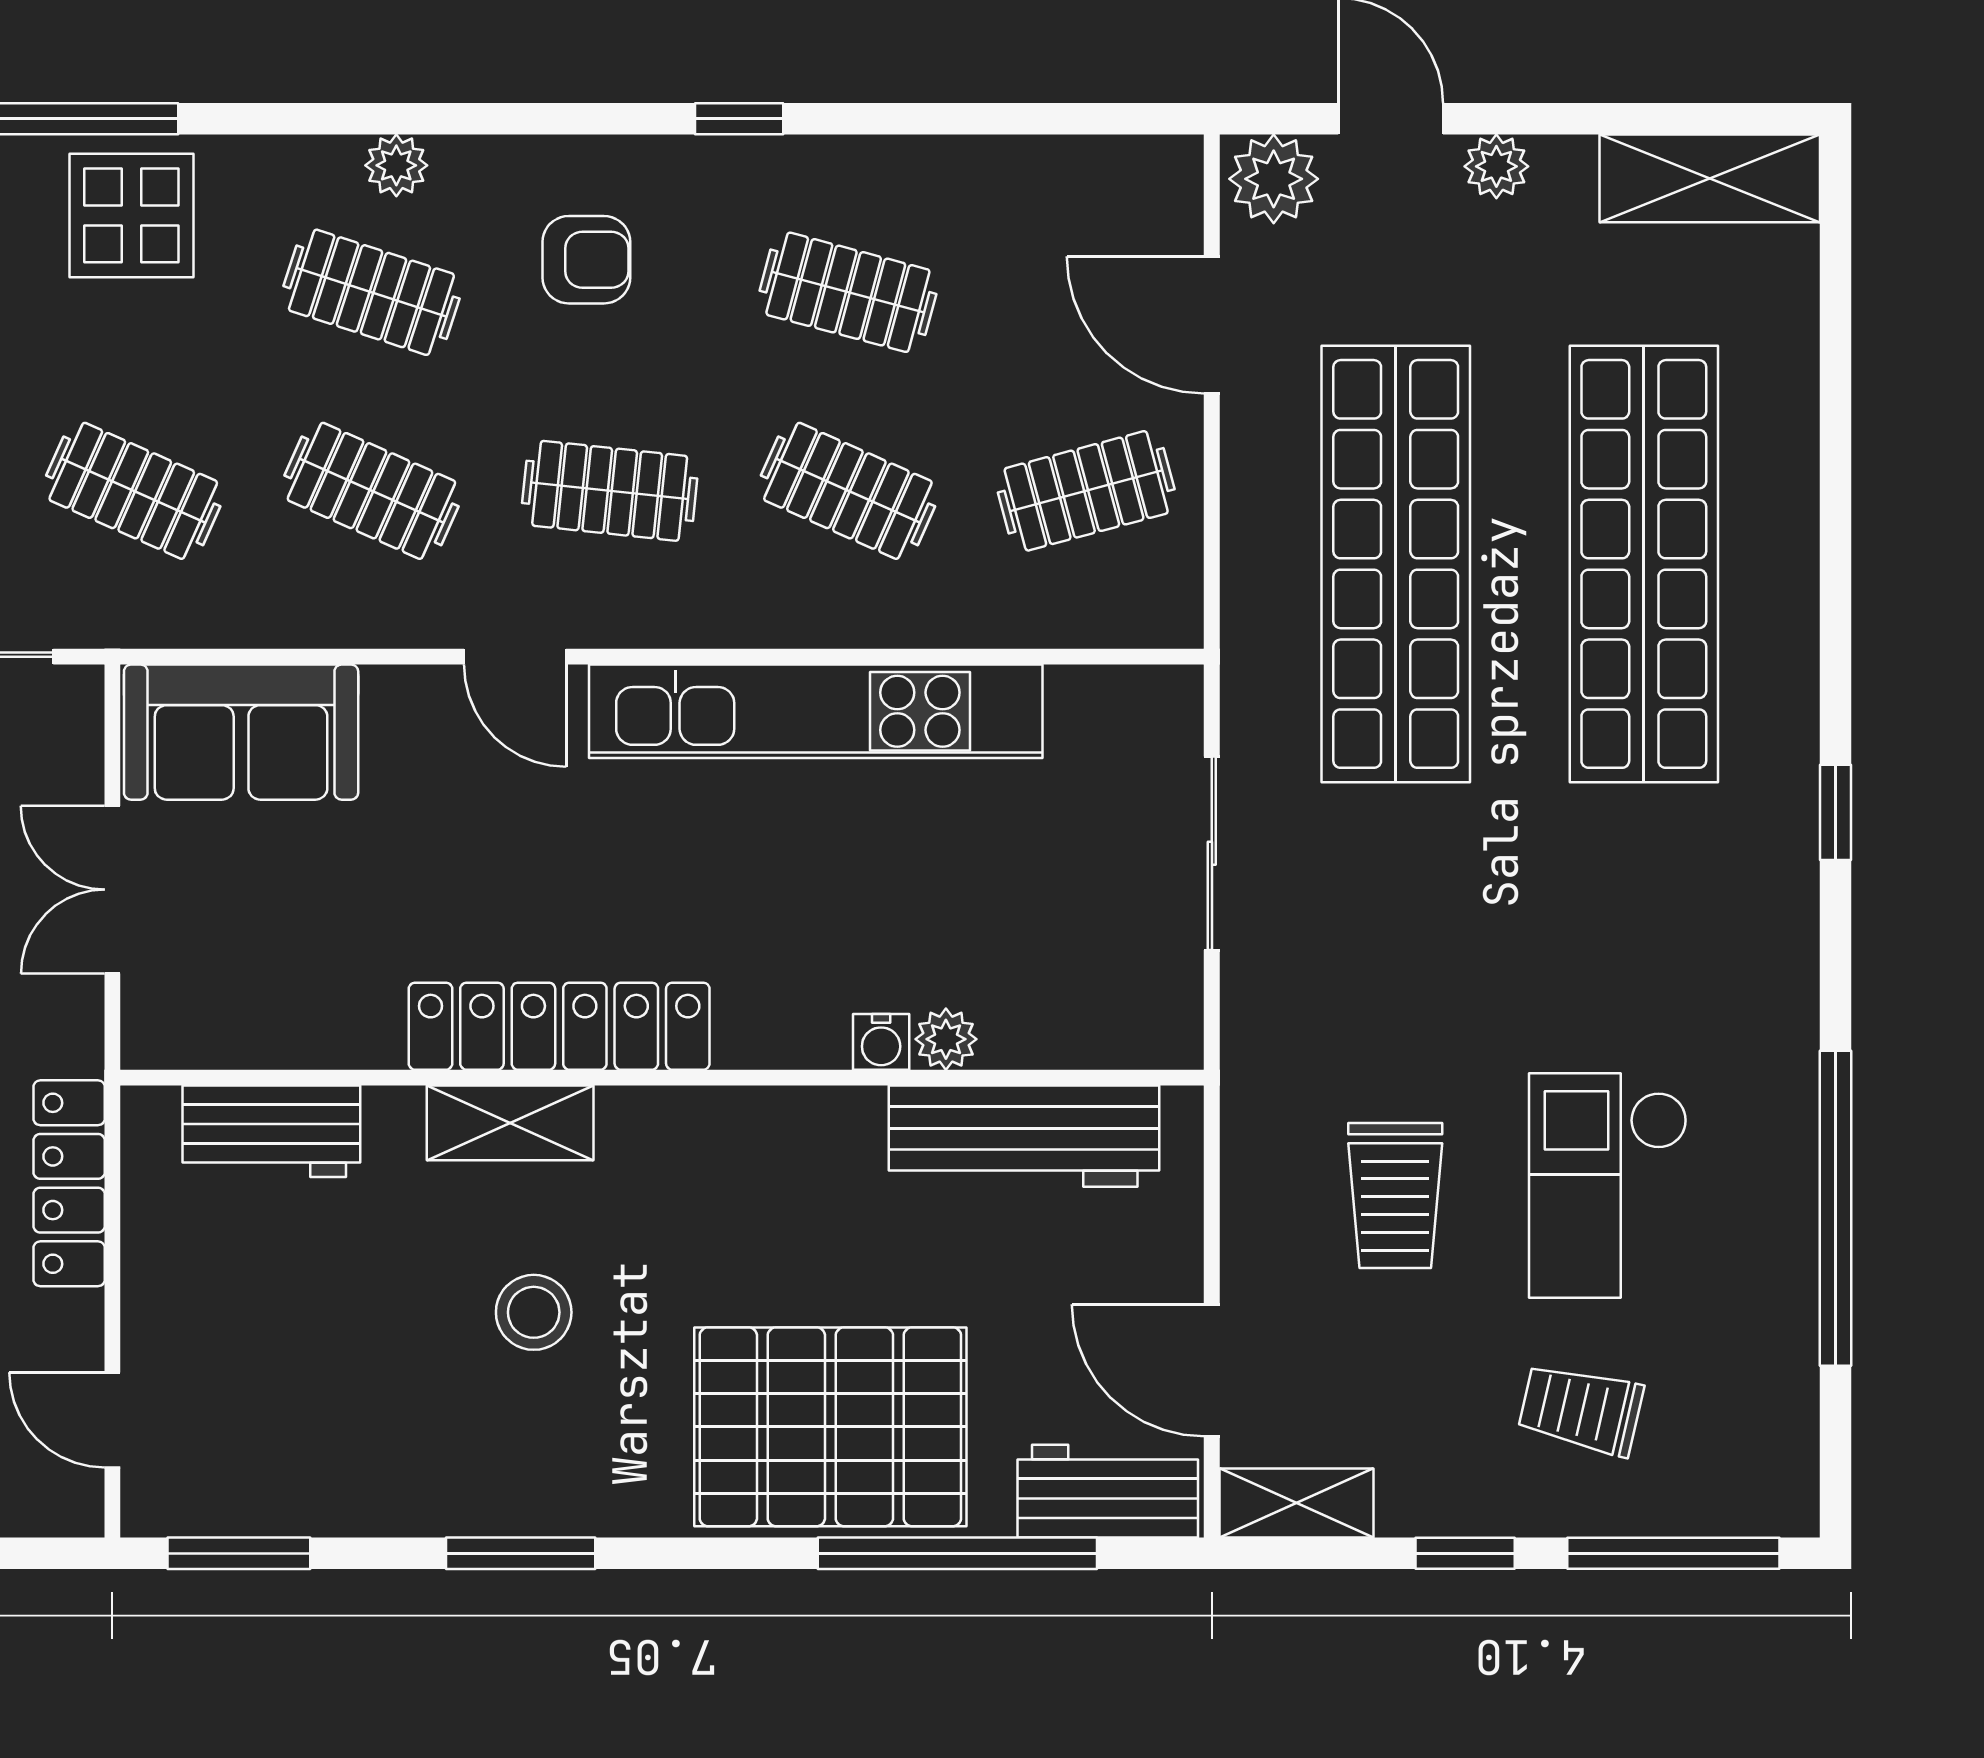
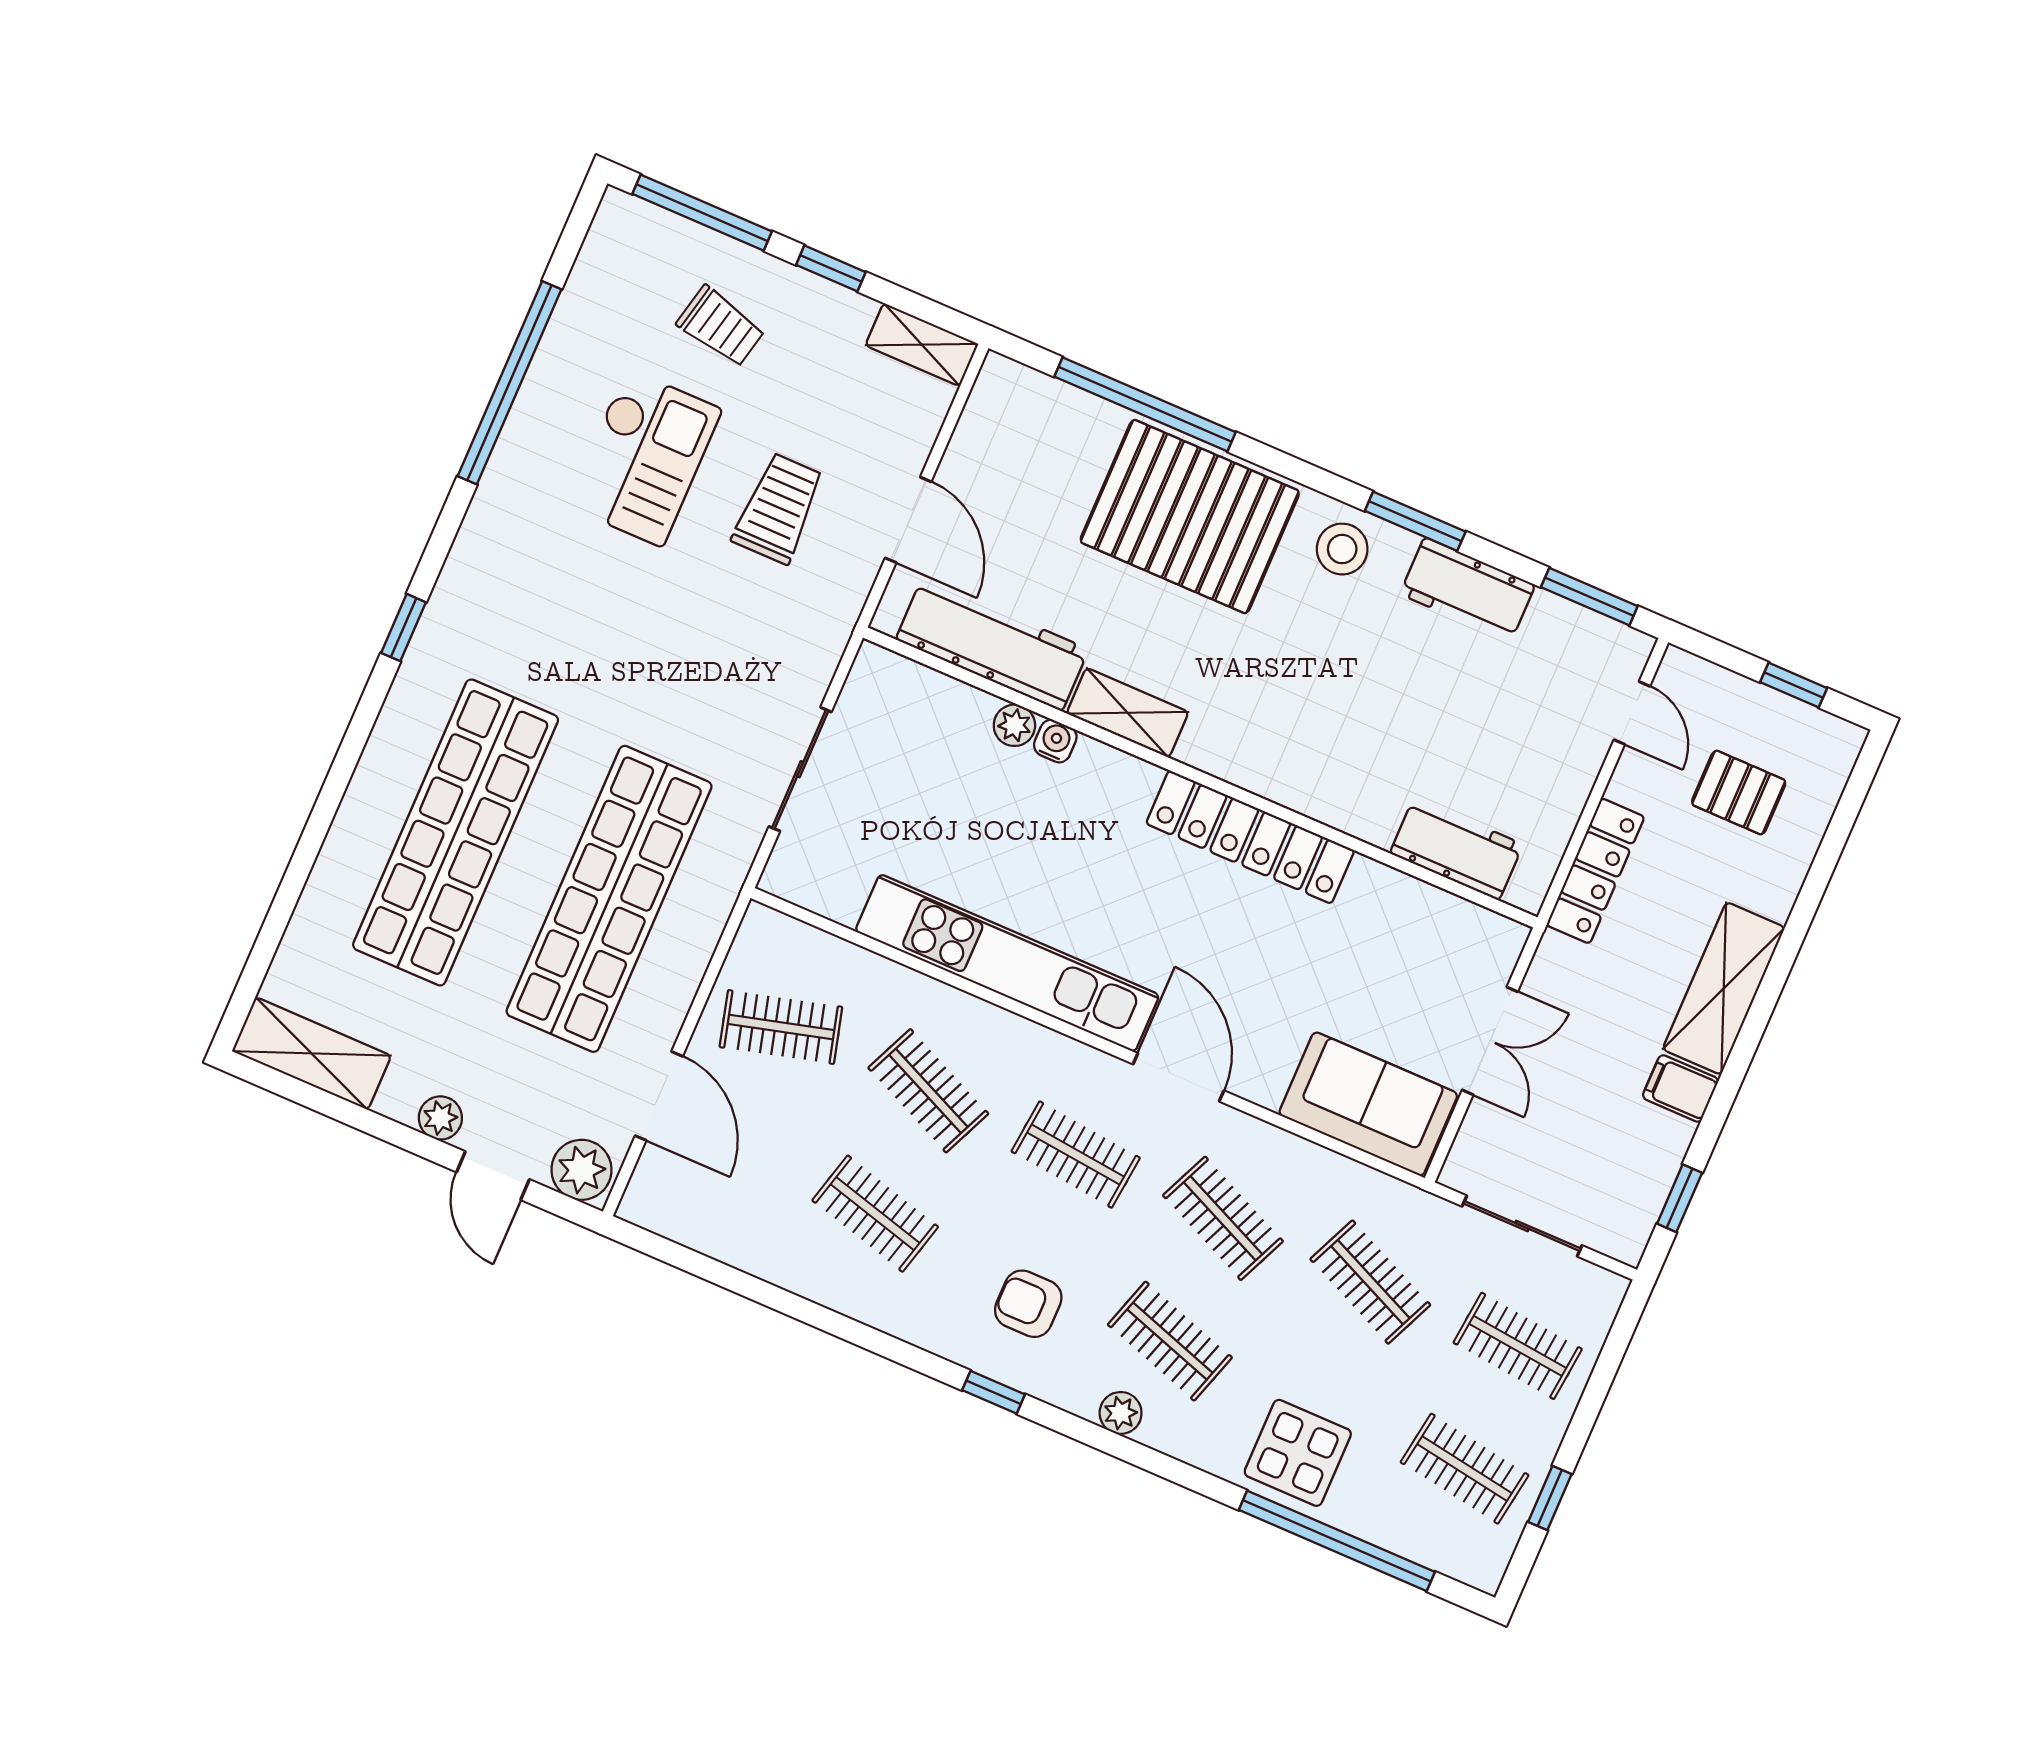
window: (739, 119) -> (994, 1392), moved
door: (515, 657) -> (1179, 1077), width x1.38
shelving: (510, 1123) -> (1128, 713), moved
stool: (534, 1312) -> (1342, 549), moved
door: (1212, 1370) -> (908, 520), moved
workbench: (1108, 1491) -> (1467, 590), moved

